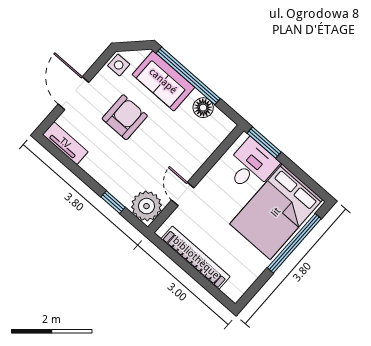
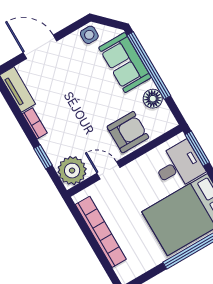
door: (73, 93) -> (40, 47), hinge flipped
armchair: (125, 117) -> (128, 132), moved
bookcase: (94, 172) -> (35, 123), added
door: (183, 194) -> (108, 170), hinge flipped

